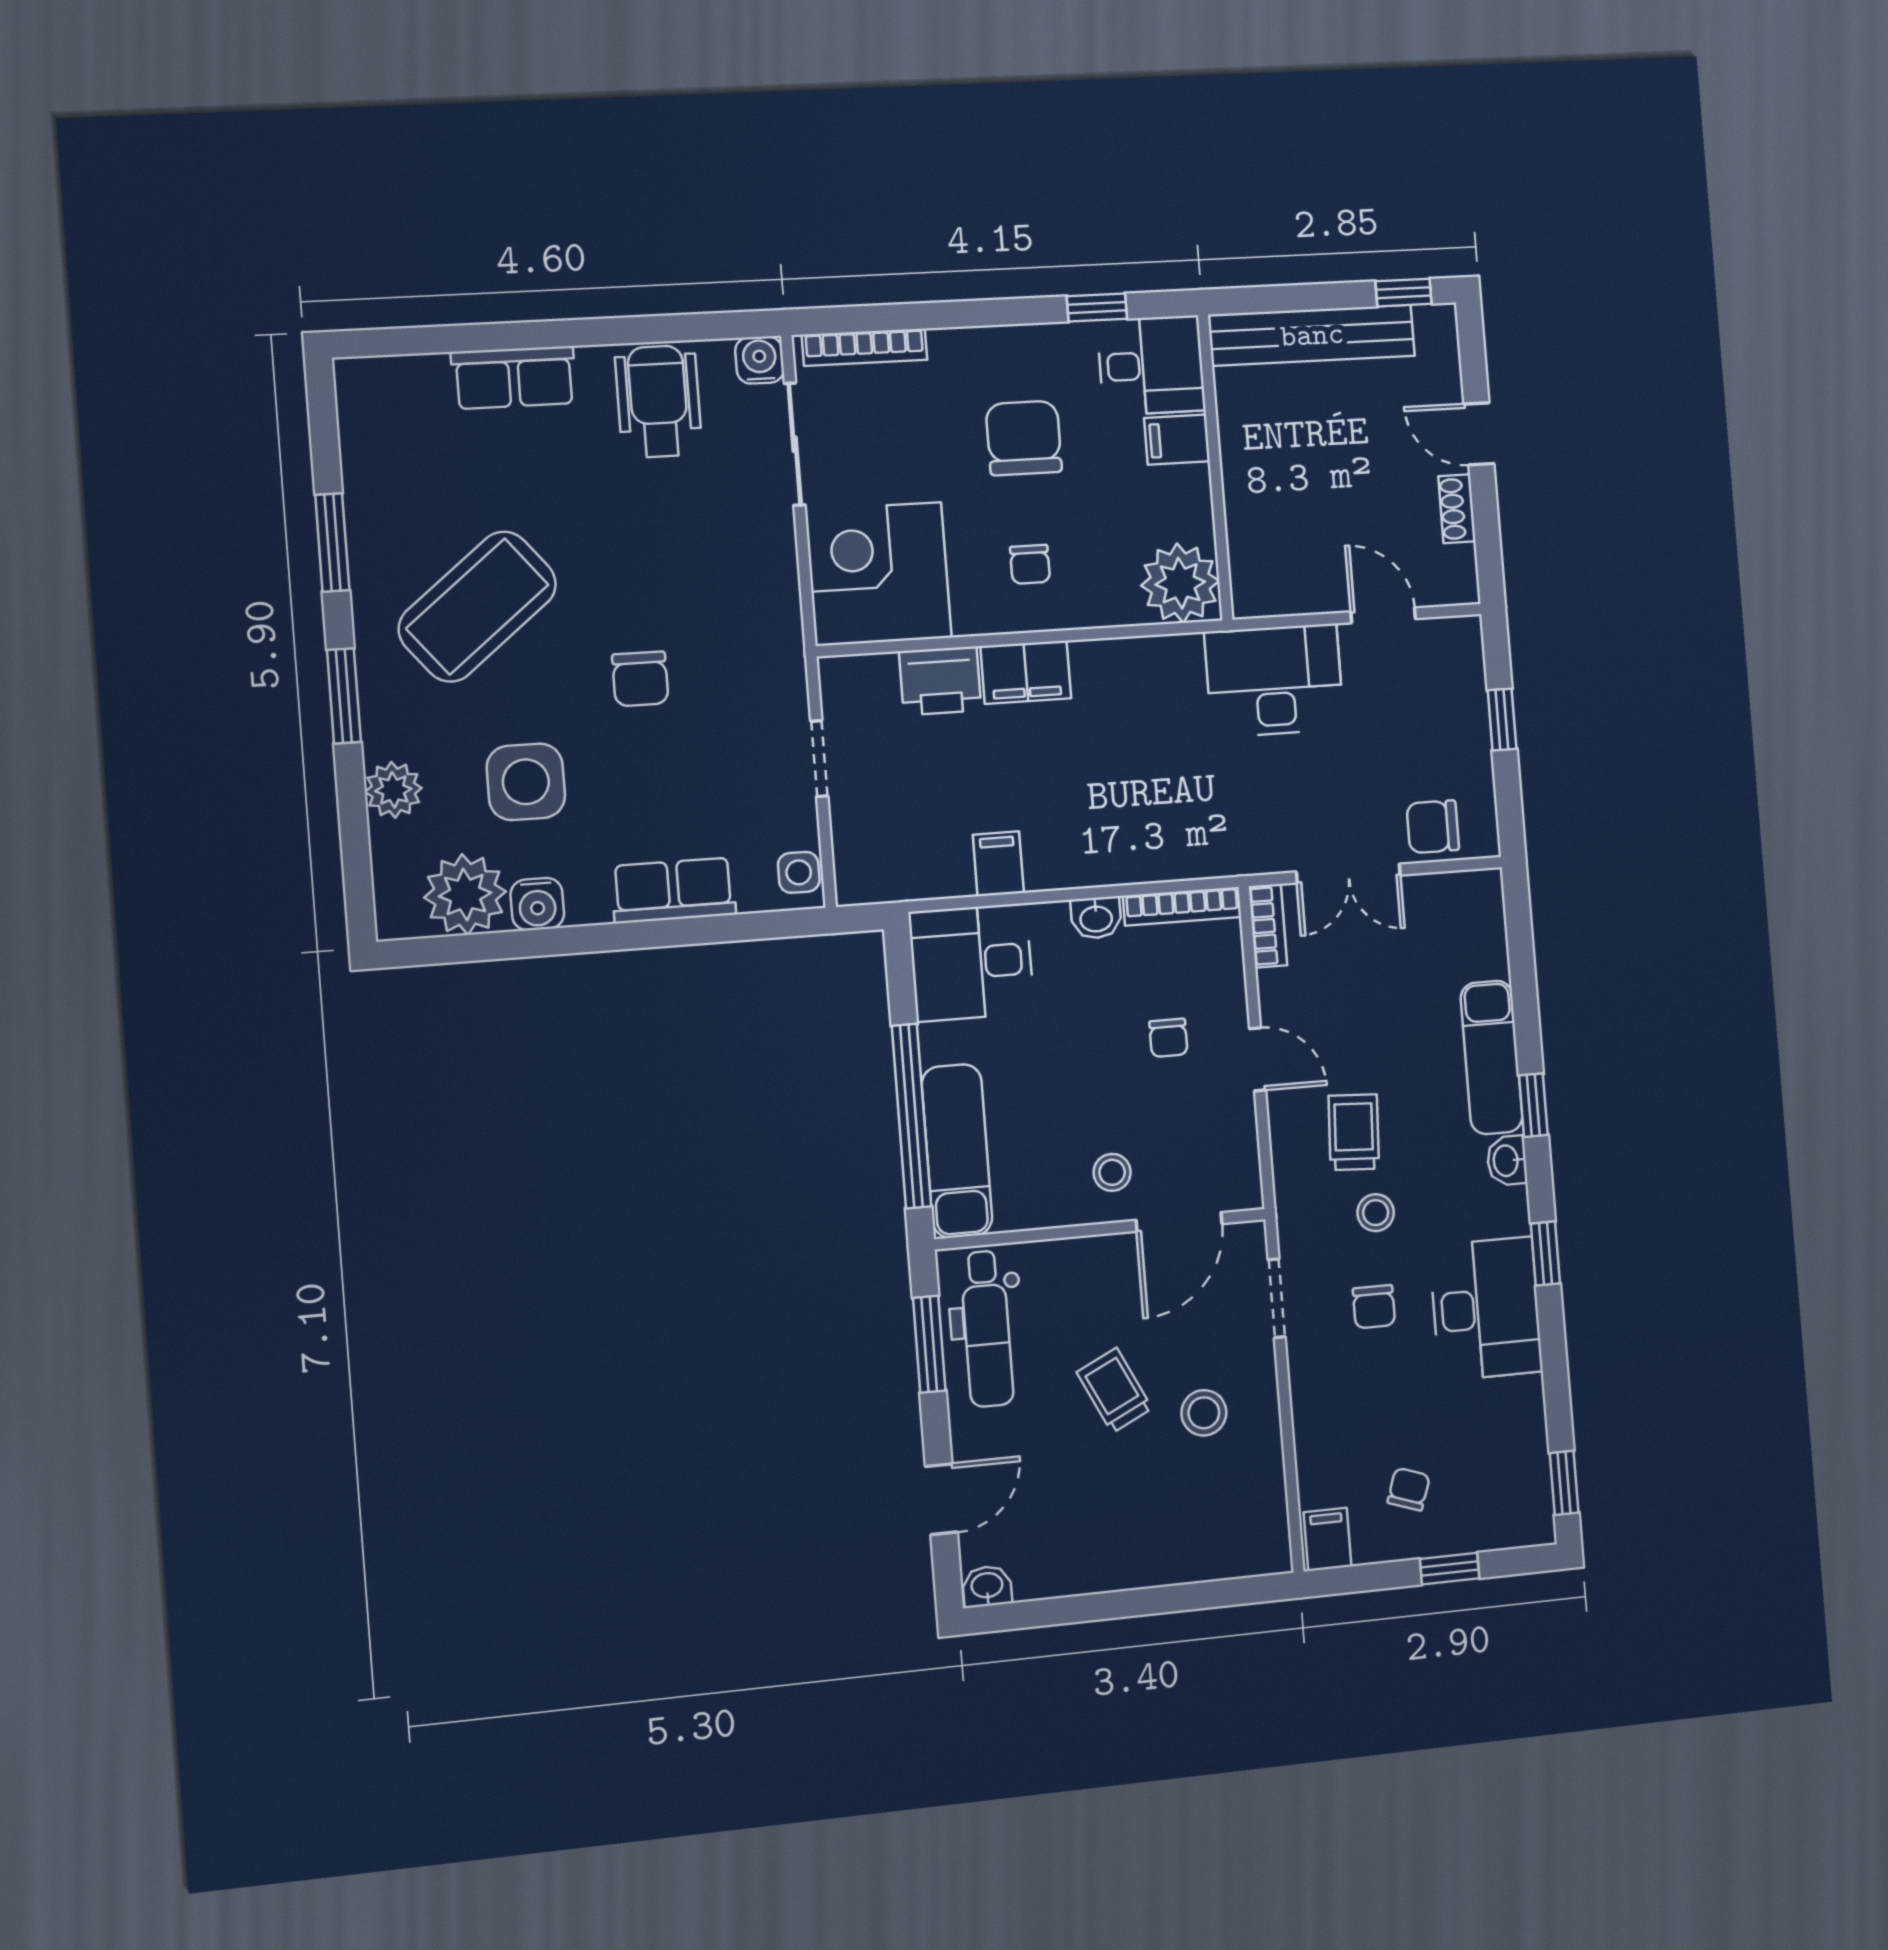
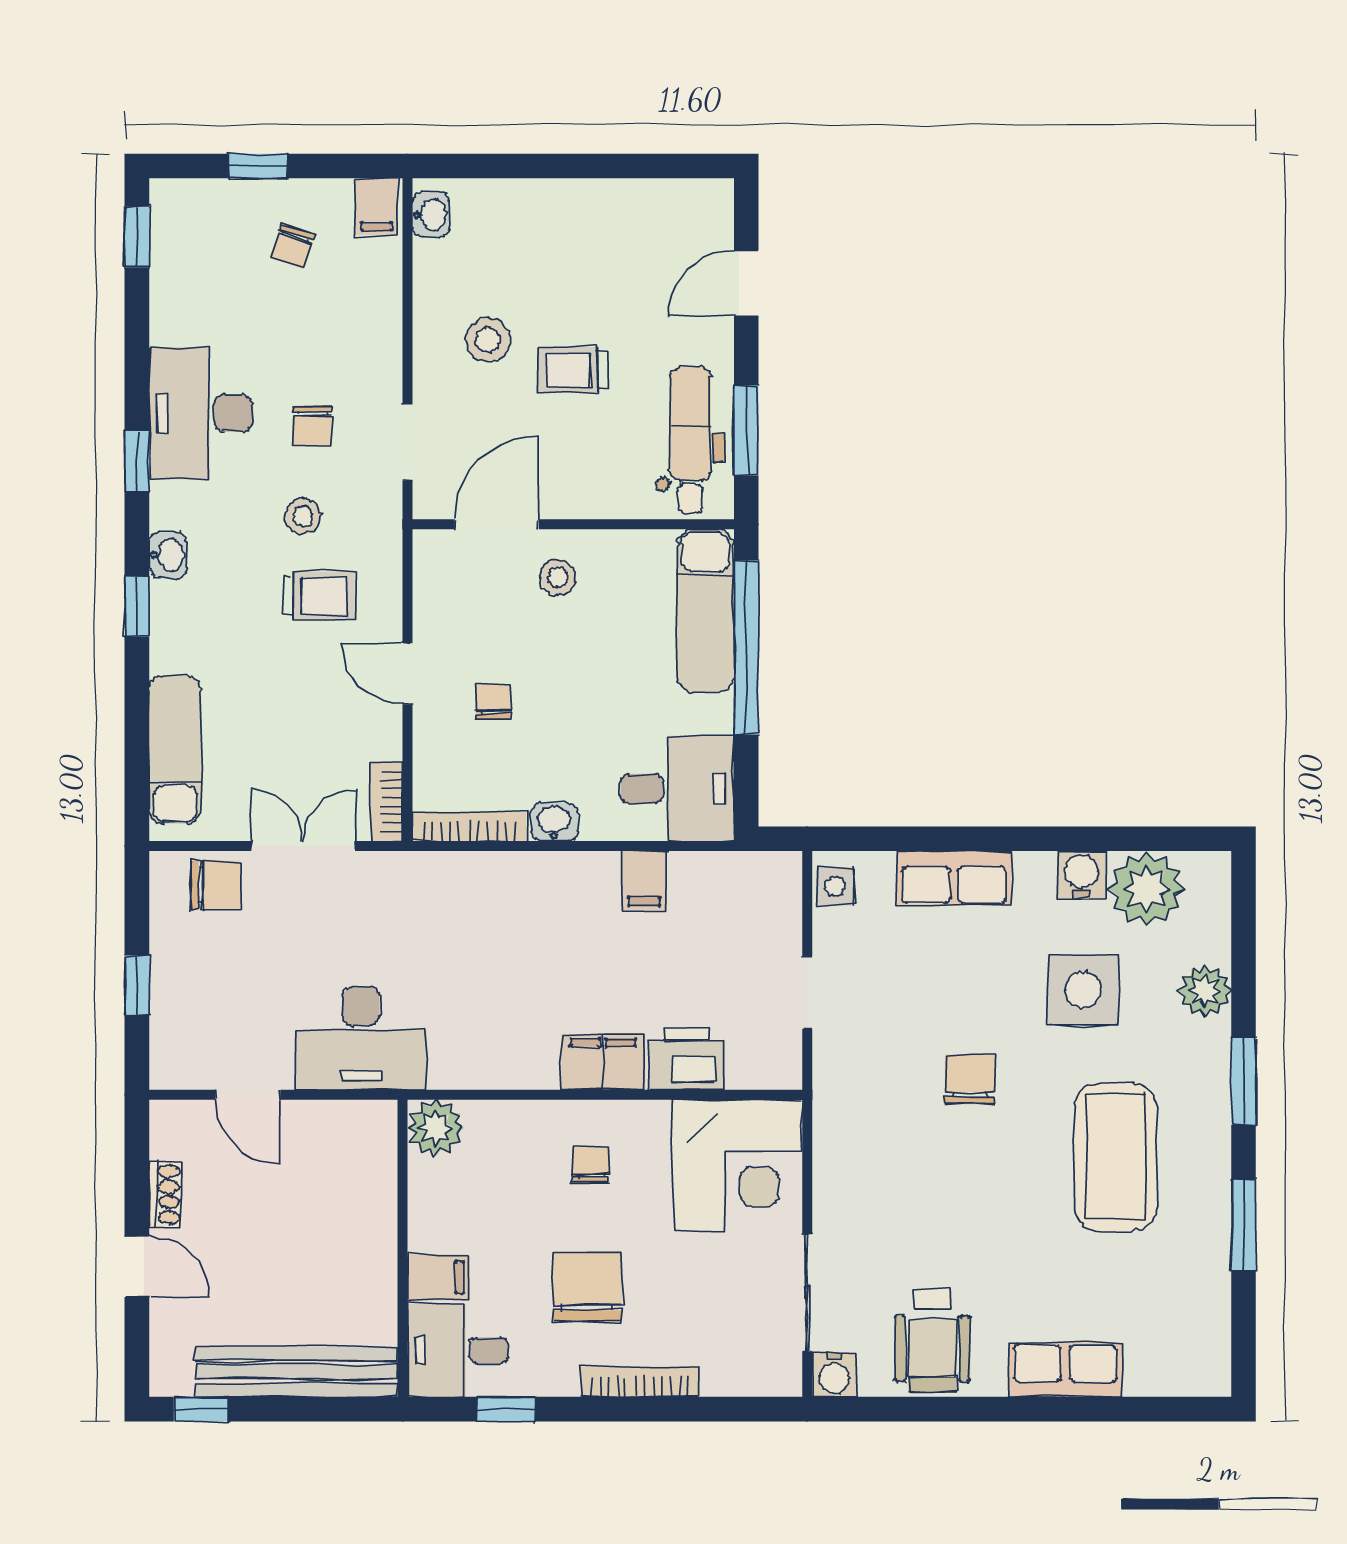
bookcase: (865, 347) -> (640, 1382), moved
chair: (1024, 438) -> (587, 1287), turned 180
plant: (1180, 583) -> (436, 1128), width x0.73, depth x0.73
coffee table: (477, 607) -> (1115, 1157), turned -51
exam couch: (1492, 1057) -> (175, 750), moved
trolley: (1354, 1132) -> (318, 596), turned -93
chair: (1374, 1307) -> (312, 426), turned 180
trolley: (1114, 1390) -> (572, 370), turned 116
washbasin: (987, 1586) -> (431, 215), moved, turned -90

